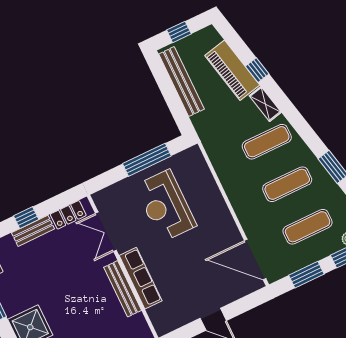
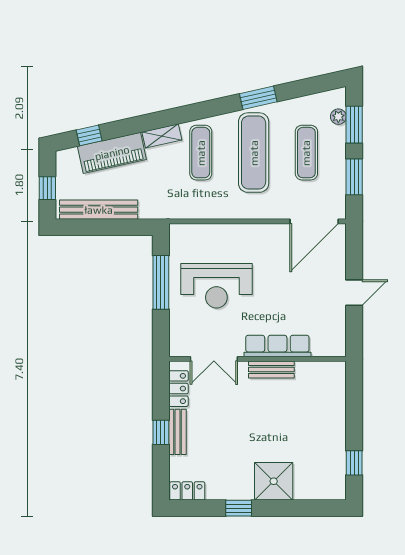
window: (257, 70) -> (89, 135), moved
exercise mat: (287, 184) -> (254, 153), width x1.36, depth x1.45
bench: (123, 289) -> (271, 369), width x0.73

